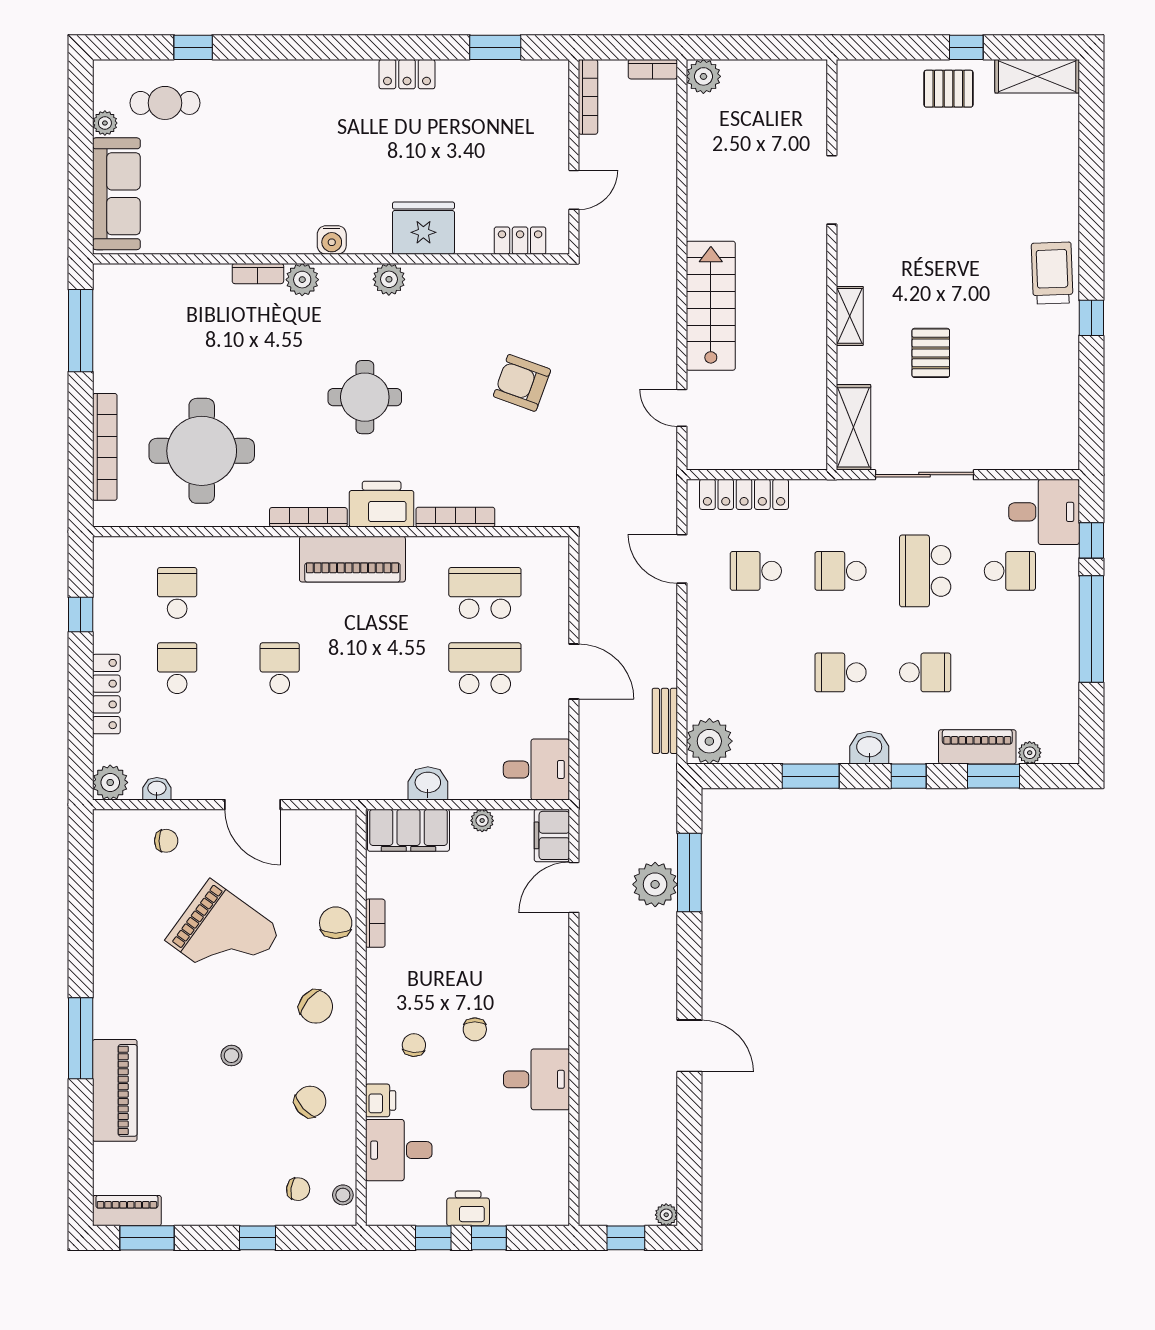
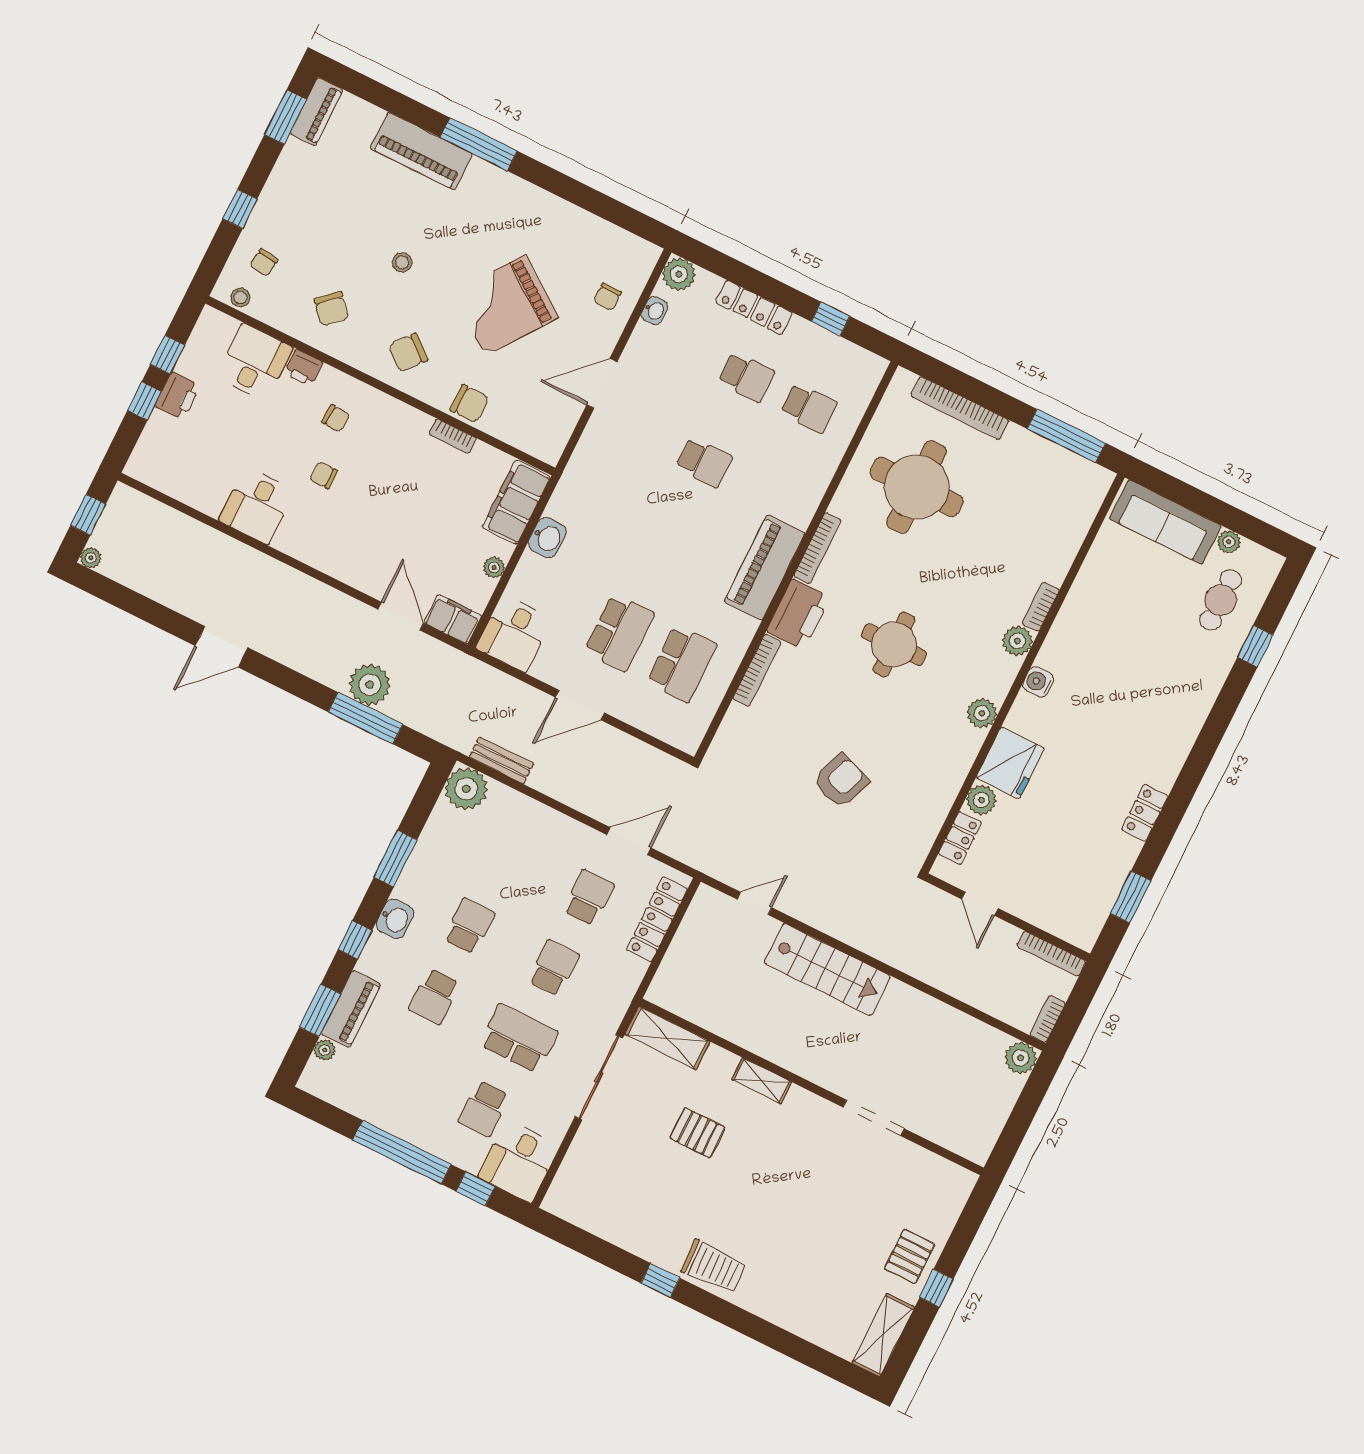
plant: (473, 238) -> (981, 800), added

